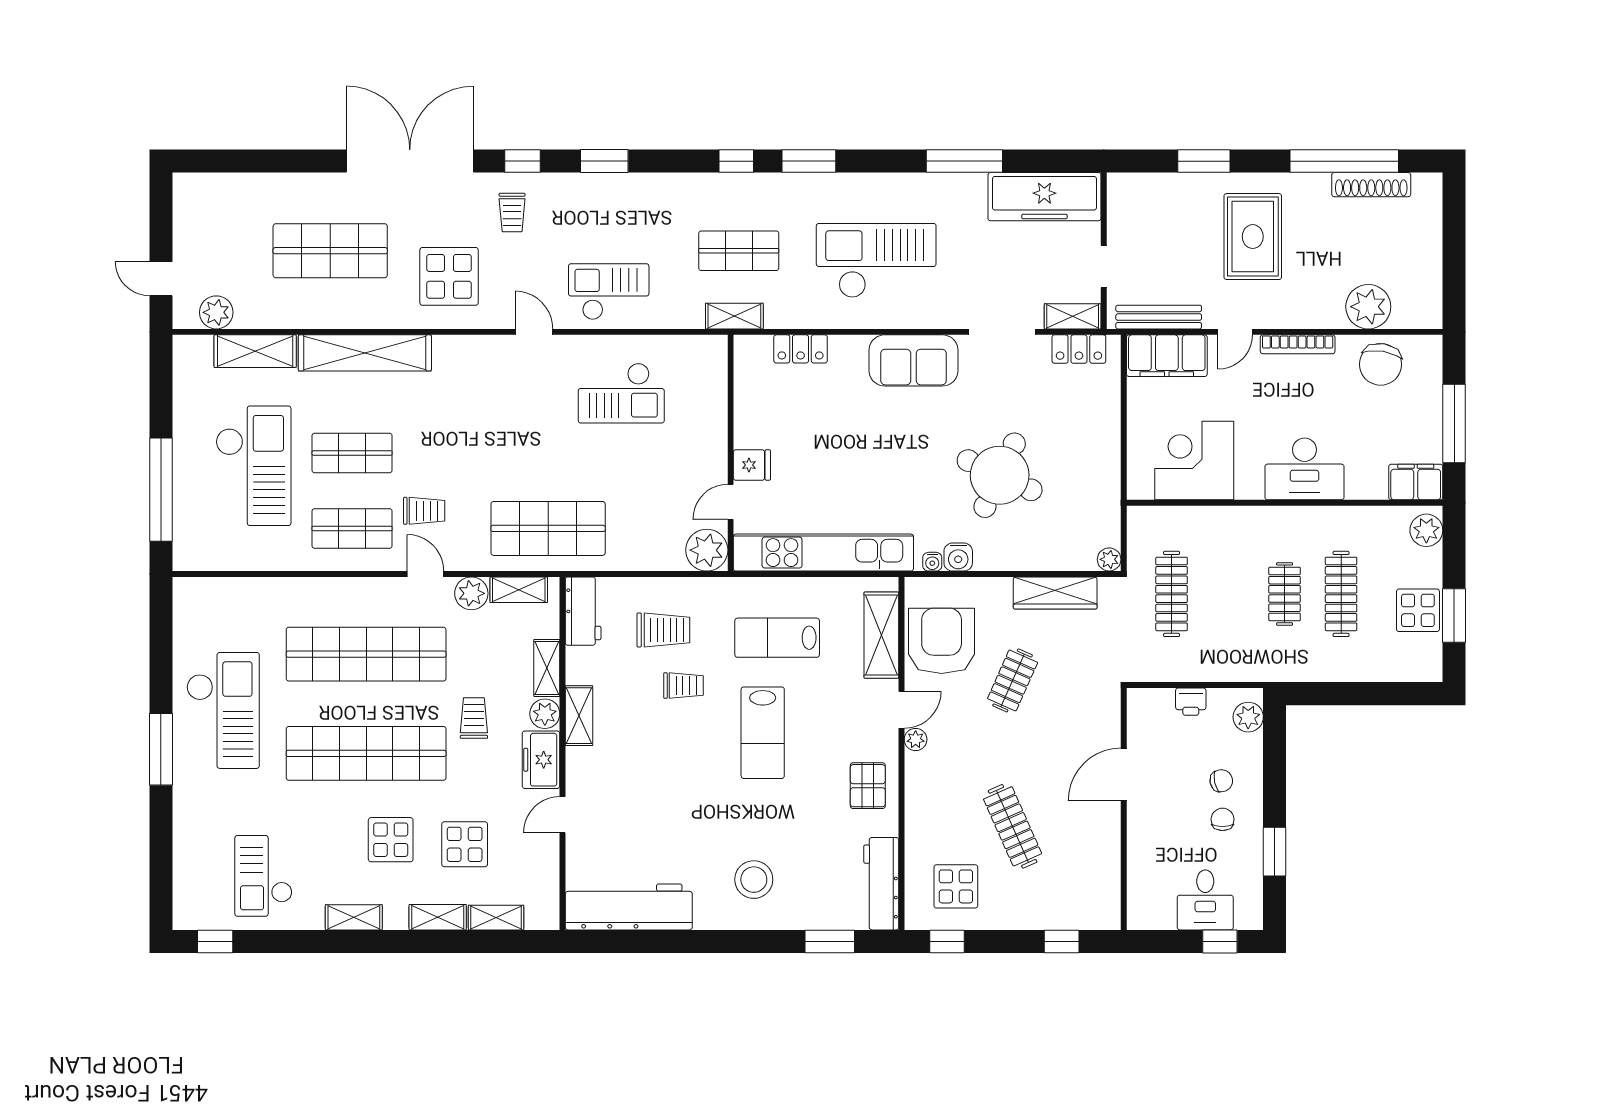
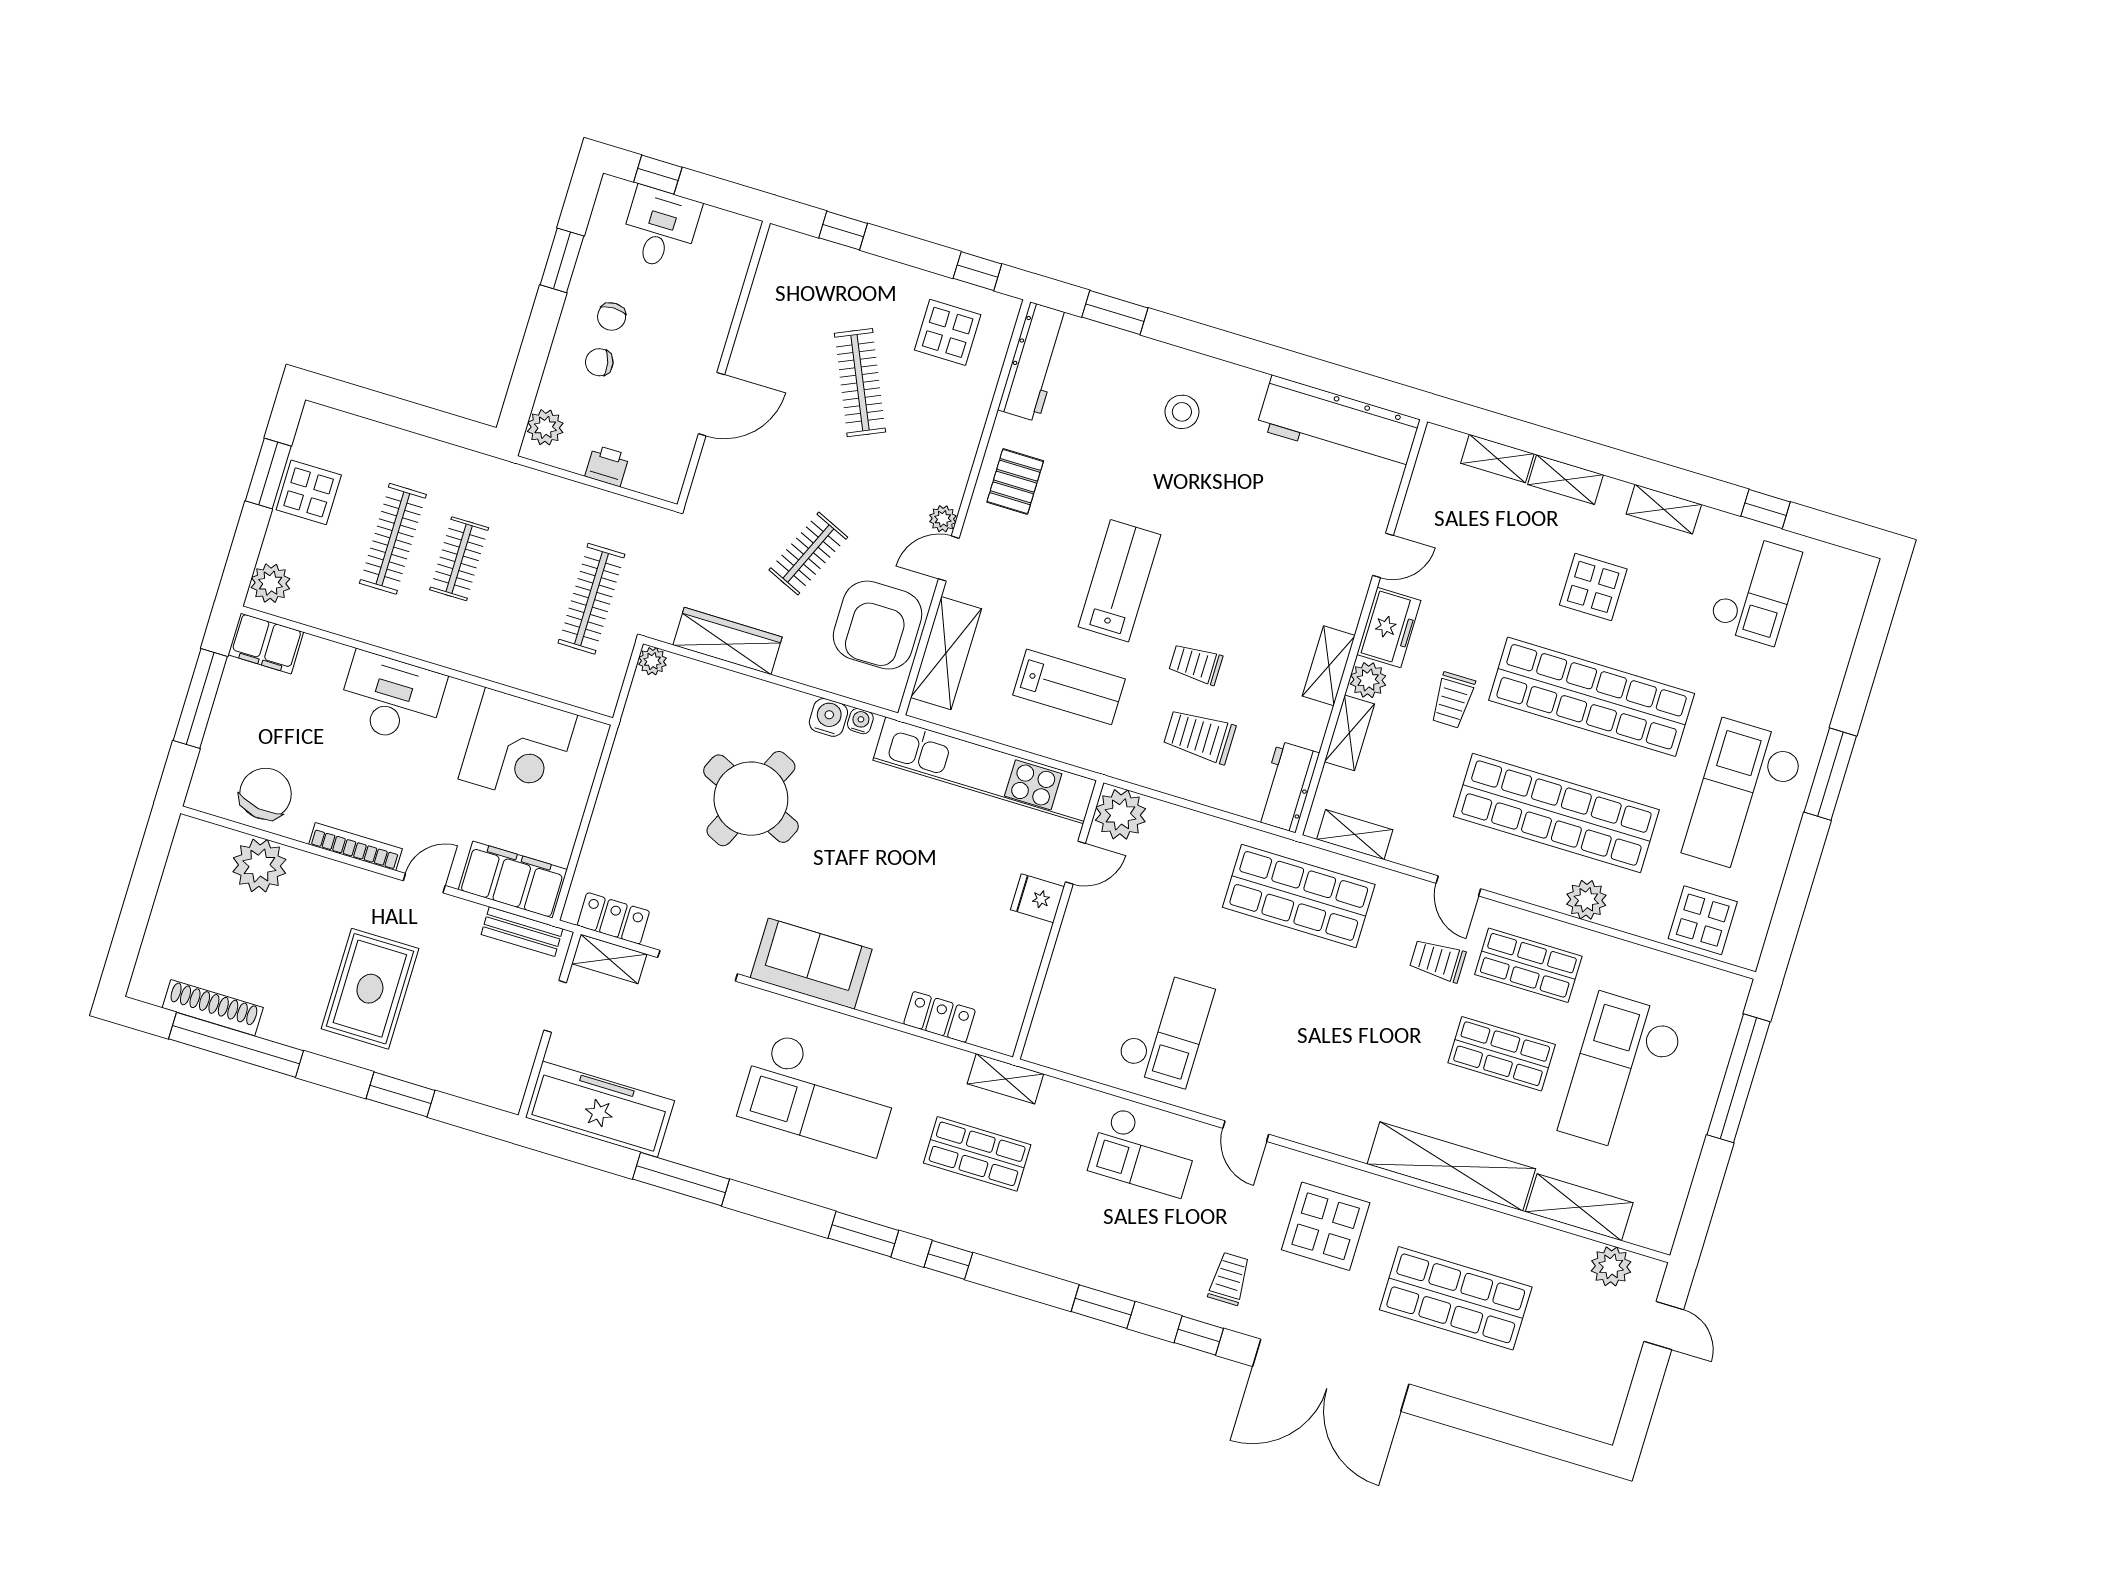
bench: (1159, 317) -> (522, 932), width x0.73
checkout: (621, 393) -> (1165, 1029), turned 90
plant: (471, 593) -> (1586, 900), moved
display table: (465, 844) -> (1703, 920), moved
stool: (754, 880) -> (1182, 412), width x0.73, depth x0.73
window: (215, 941) -> (1766, 509), moved

